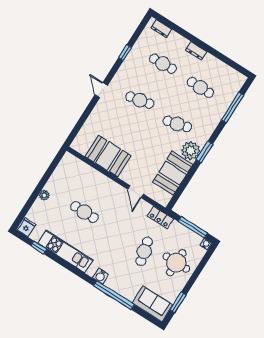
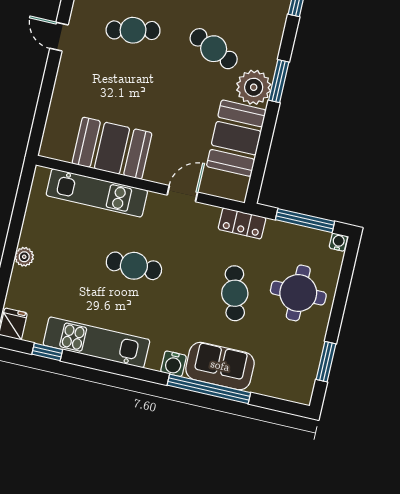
cafe table: (177, 124) -> (214, 49), turned 39
kitchen unit: (92, 176) -> (97, 193), added
door: (136, 192) -> (182, 194), swing flipped
cafe table: (84, 212) -> (134, 266), moved
sofa: (152, 304) -> (220, 366), moved

